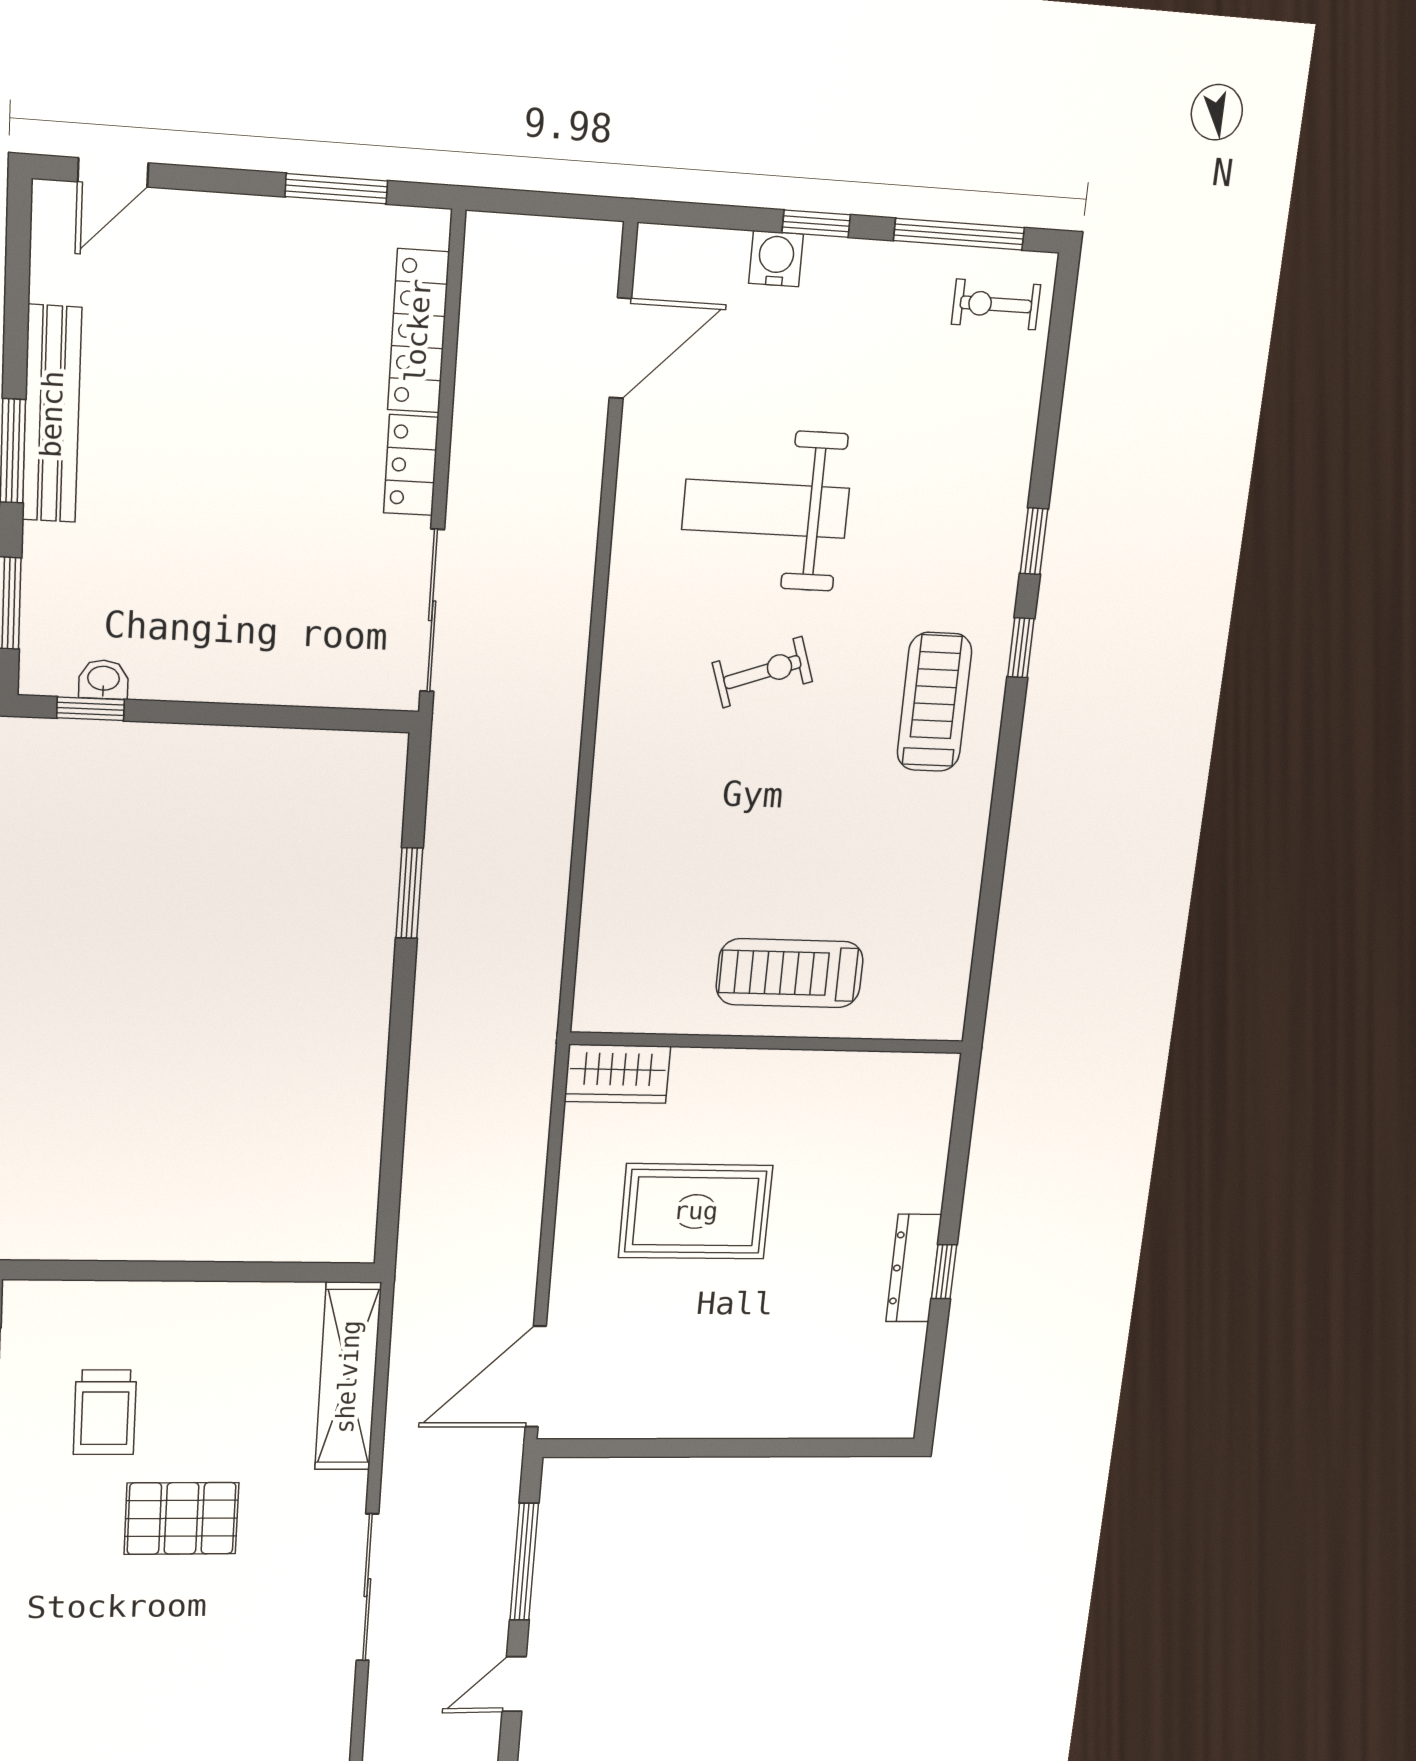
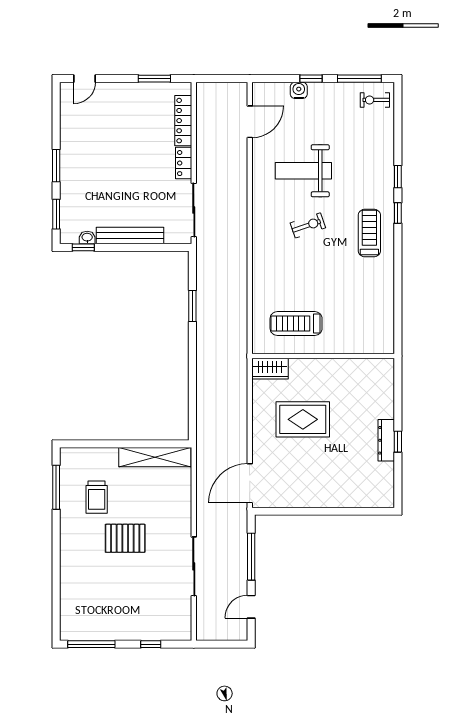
bench: (52, 414) -> (130, 236), moved, turned 90
treadmill: (790, 973) -> (296, 324), moved
shelving: (348, 1377) -> (155, 457), moved, turned 90

